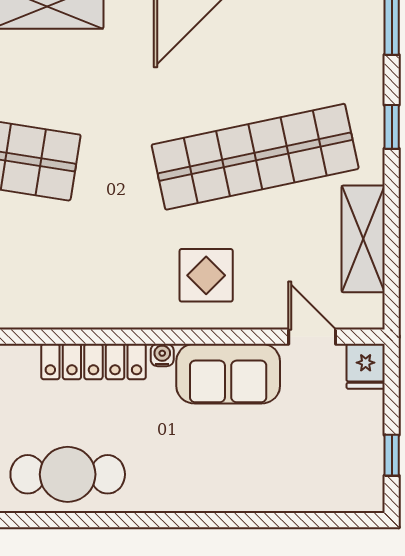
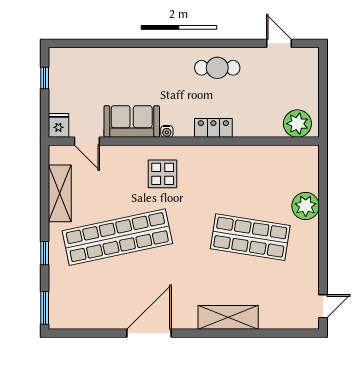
display table: (206, 275) -> (163, 174), moved
locker: (93, 362) -> (213, 128), width x0.66
cafe table: (68, 474) -> (217, 68), width x0.73, depth x0.74

